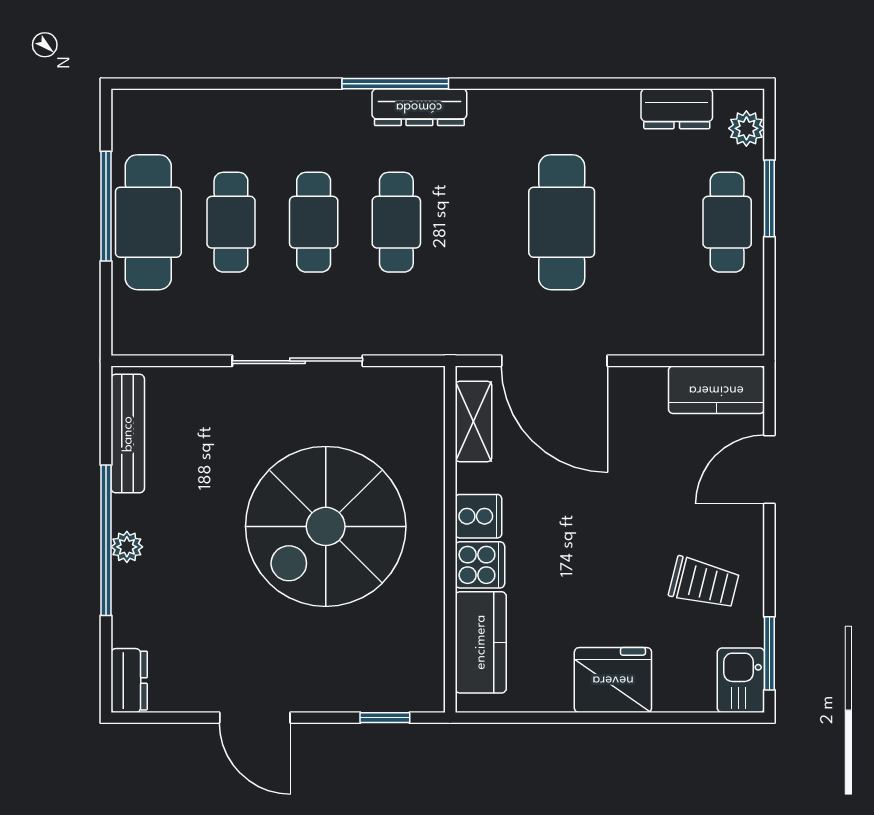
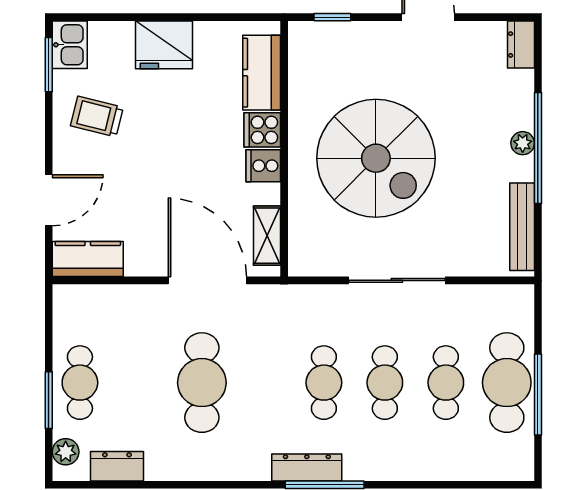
spiral stairs: (326, 526) -> (376, 158), turned 90

